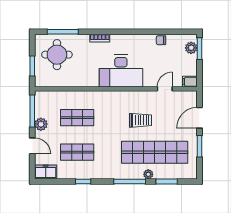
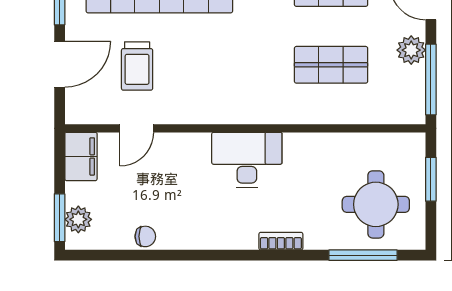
desk: (121, 71) -> (247, 160), width x0.73, depth x0.77
filing cabinet: (190, 82) -> (81, 156), width x2.00
trolley: (141, 120) -> (137, 66), moved, turned -90

